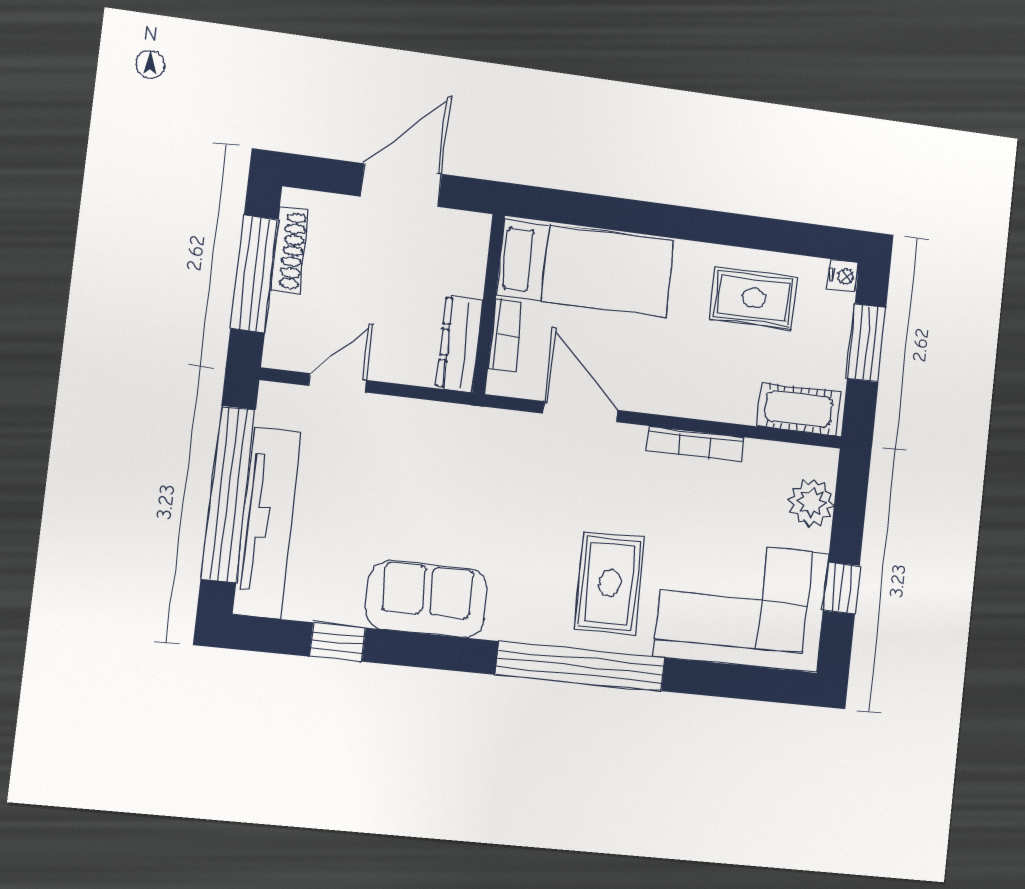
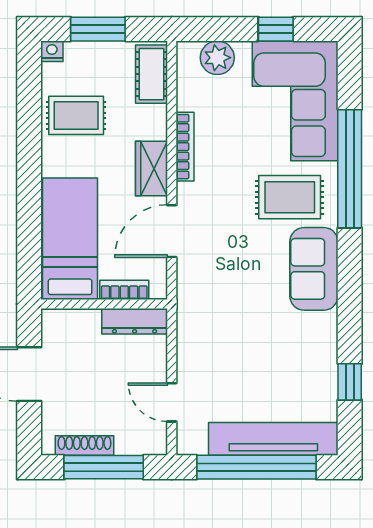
rug: (754, 298) -> (76, 115), turned 90
wardrobe: (670, 394) -> (151, 168), added
sofa: (427, 599) -> (314, 269), moved
window: (581, 666) -> (350, 169), moved

